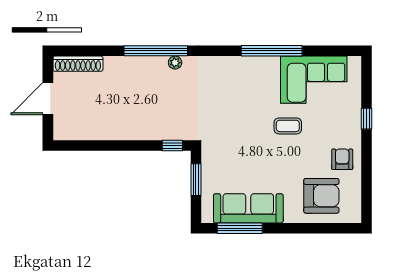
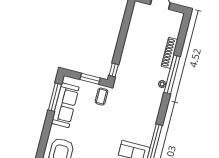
shoe rack: (78, 64) -> (169, 53), moved
coffee table: (288, 126) -> (102, 97), moved

